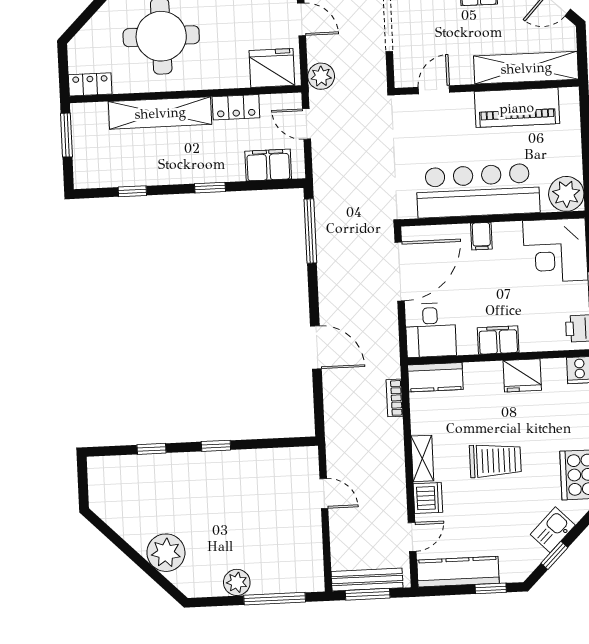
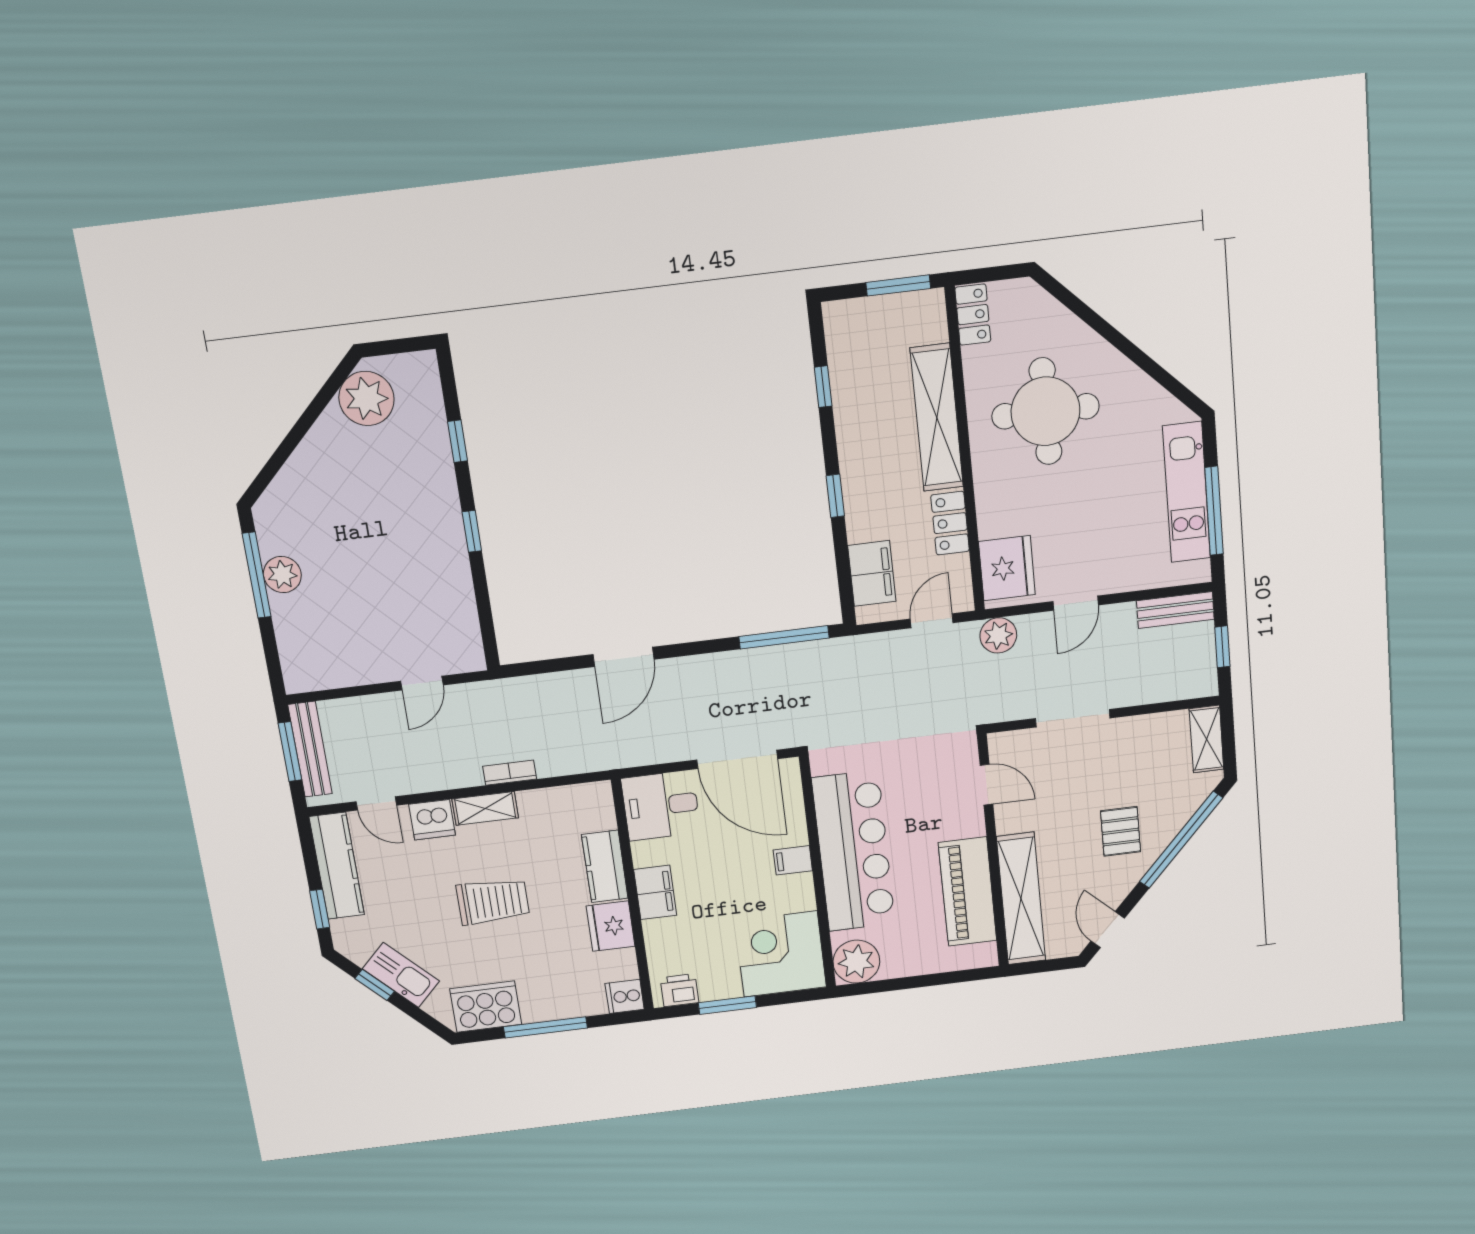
kitchen counter: (435, 377) -> (605, 866), moved
bookcase: (395, 398) -> (510, 773), moved
trolley: (495, 461) -> (493, 901), turned -90
kitchen sink: (553, 530) -> (401, 975), width x1.38
plant: (166, 553) -> (366, 398), moved
window: (275, 599) -> (257, 575), moved

